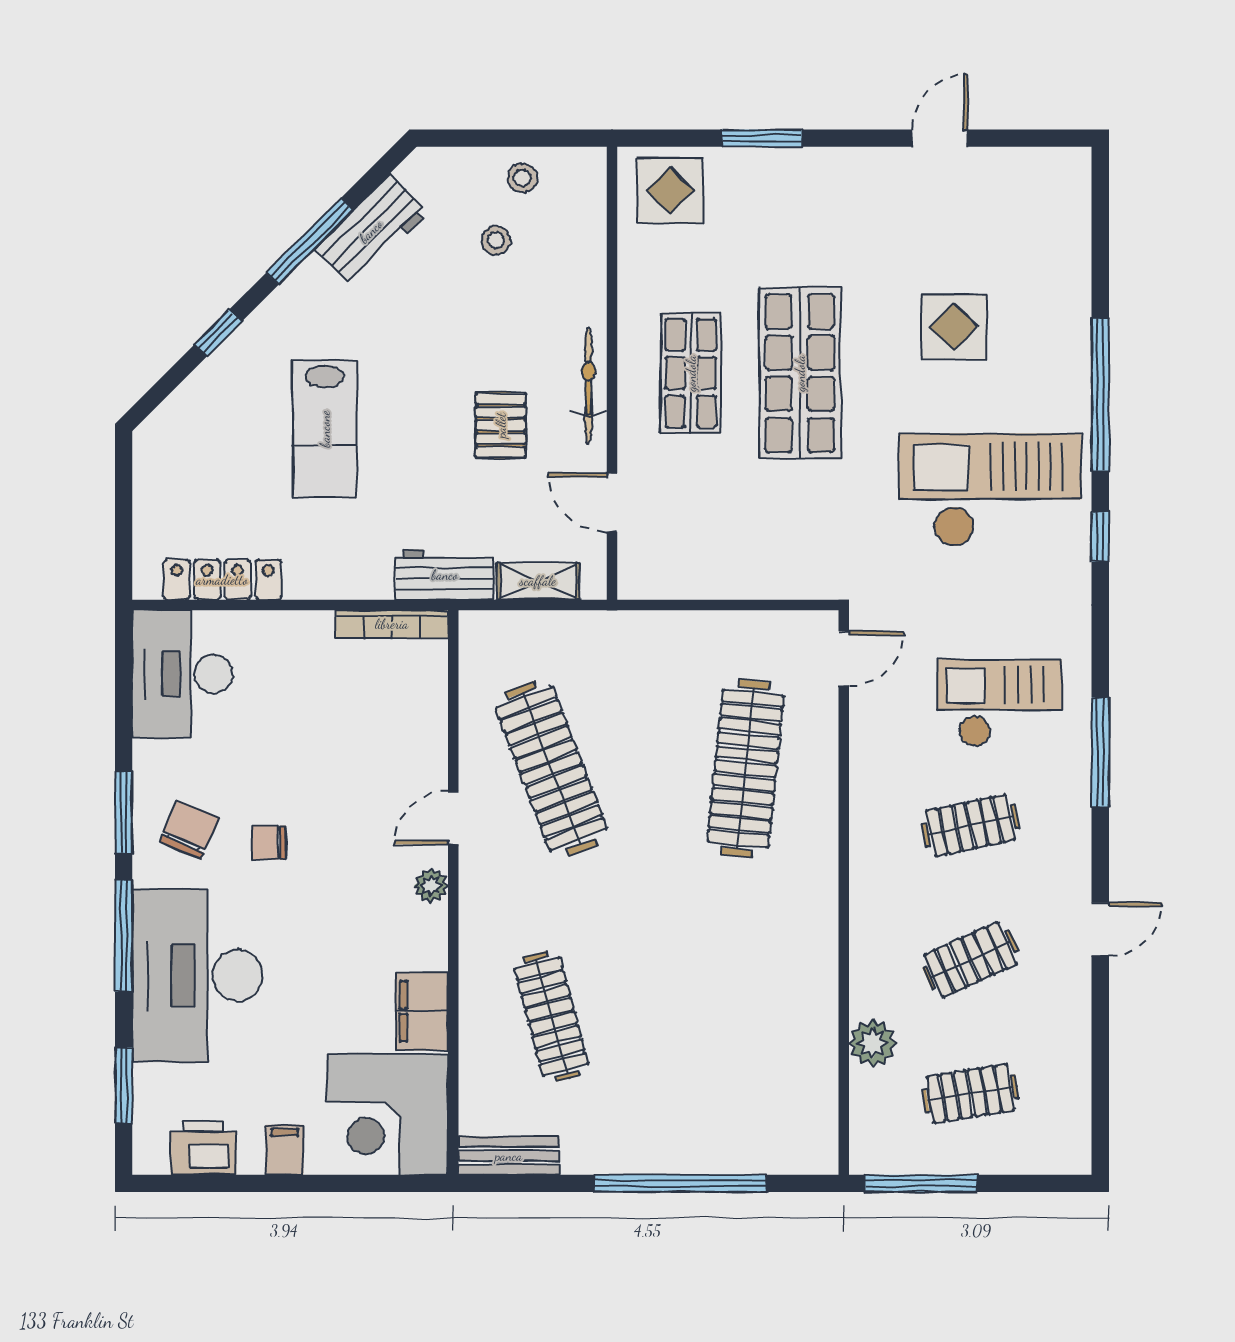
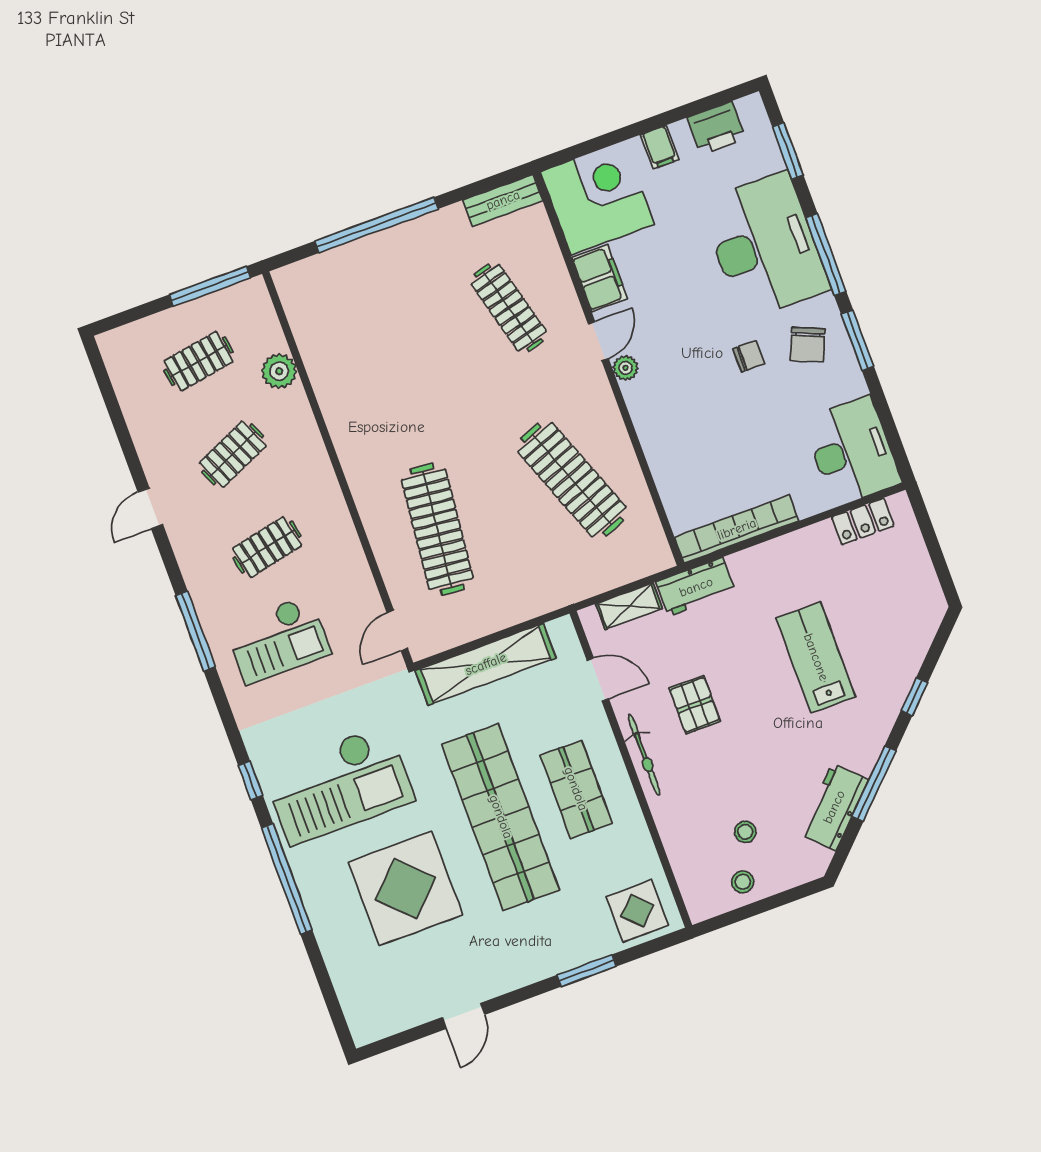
display table: (954, 327) -> (405, 889), width x1.86, depth x1.86
shop shelf: (800, 373) -> (501, 817), width x1.40
shelving: (747, 575) -> (486, 664), added
locker: (222, 580) -> (863, 521), width x0.66
bookcase: (392, 624) -> (737, 529), width x1.48, depth x1.31
door: (453, 818) -> (598, 341), moved

